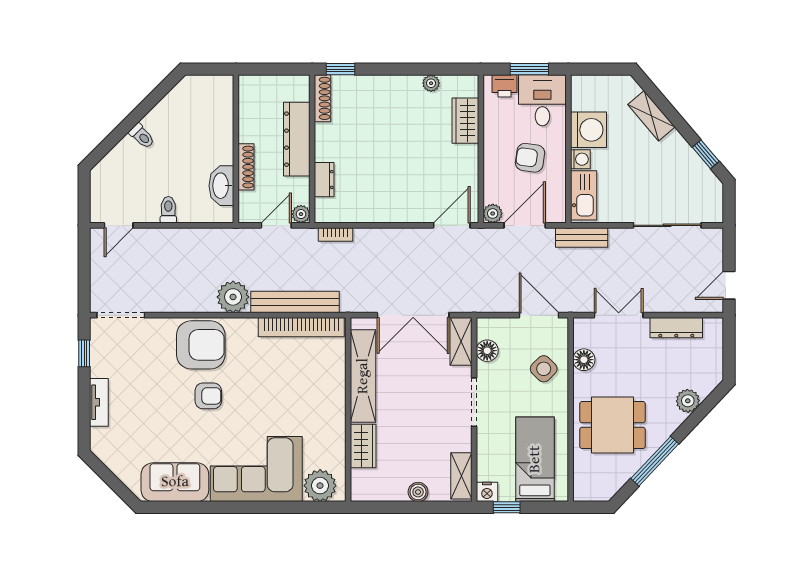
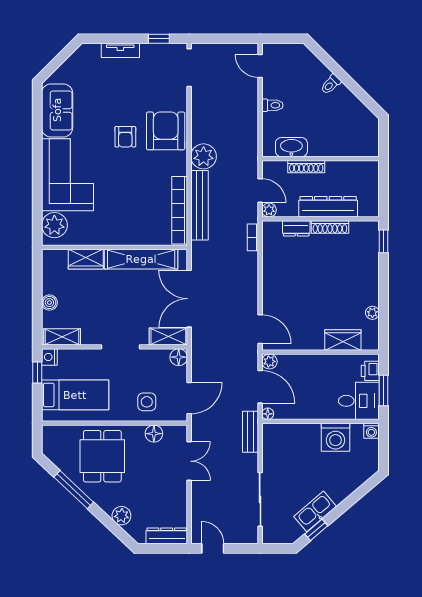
shoe rack: (322, 98) -> (330, 227), moved
shelving: (651, 116) -> (347, 487), removed
armchair: (530, 158) -> (313, 391), removed
washing machine: (580, 159) -> (371, 431), moved
kitchen sink: (584, 195) -> (315, 511), moved, turned 140
floor lamp: (559, 216) -> (268, 414), added
dresser: (676, 328) -> (167, 536), moved, turned 90
armchair: (201, 345) -> (166, 131), turned 180
floor lamp: (487, 351) -> (179, 357), moved
side table: (544, 369) -> (147, 402), turned 45

